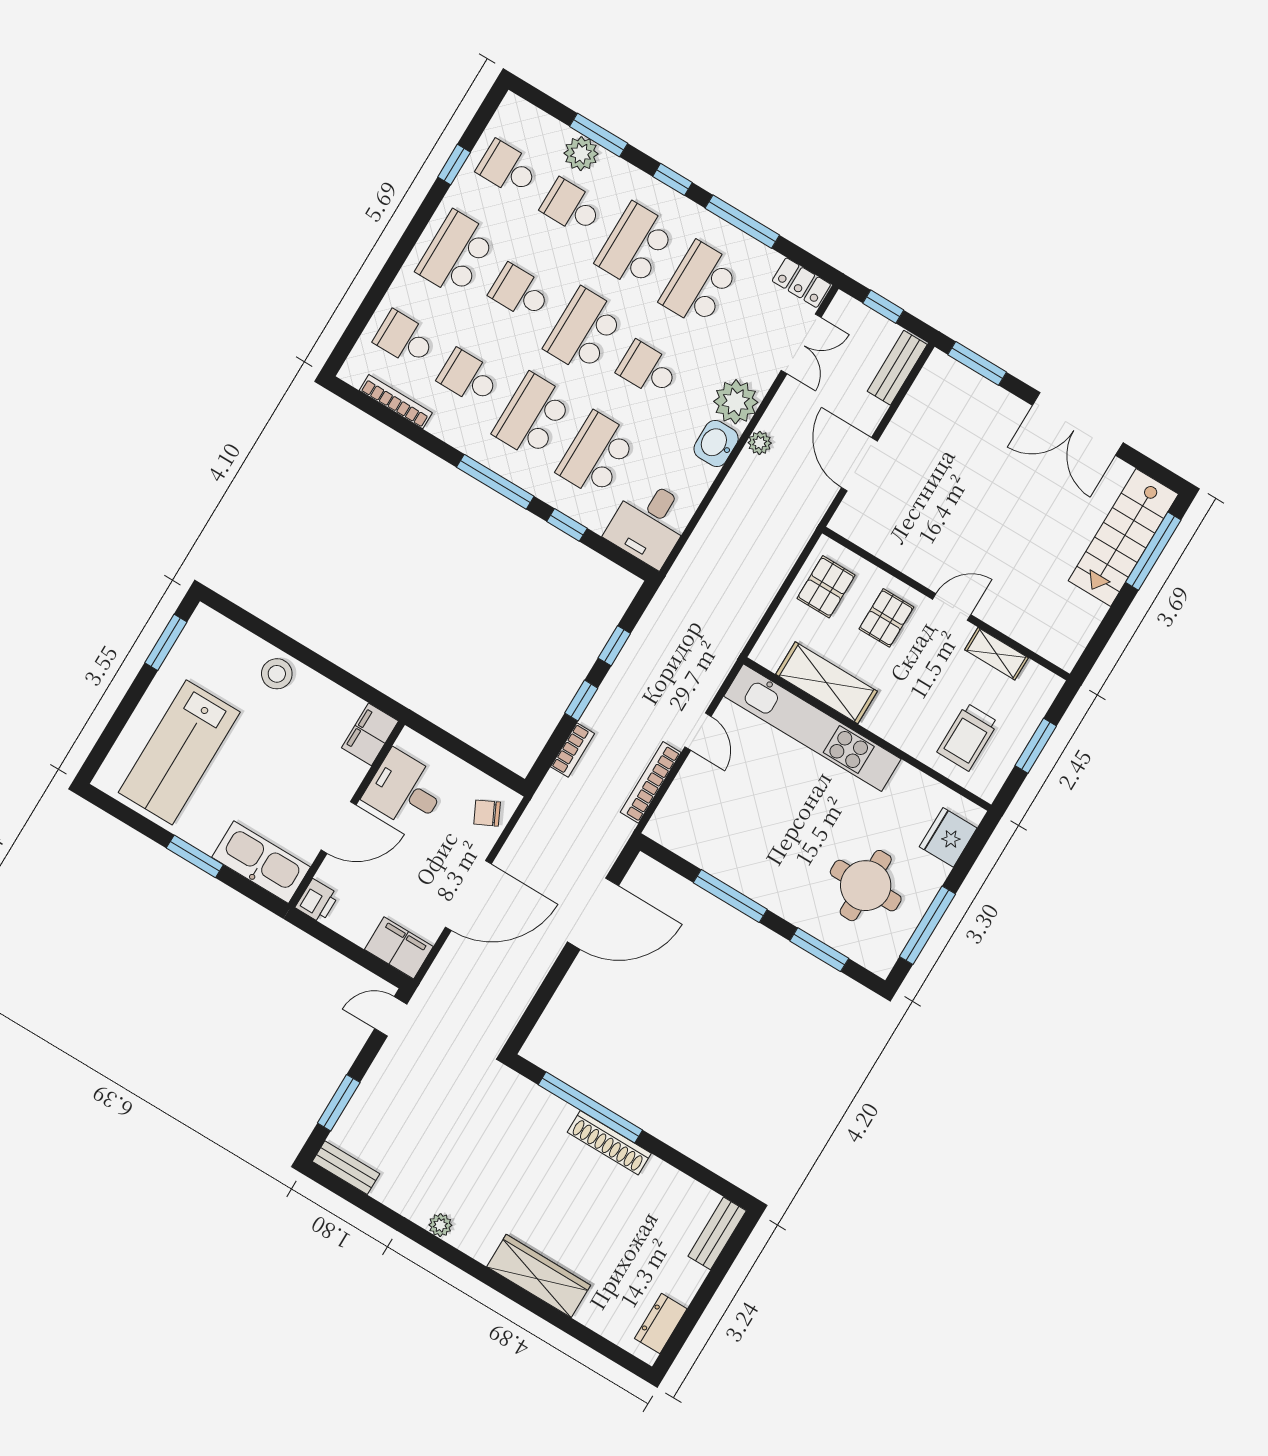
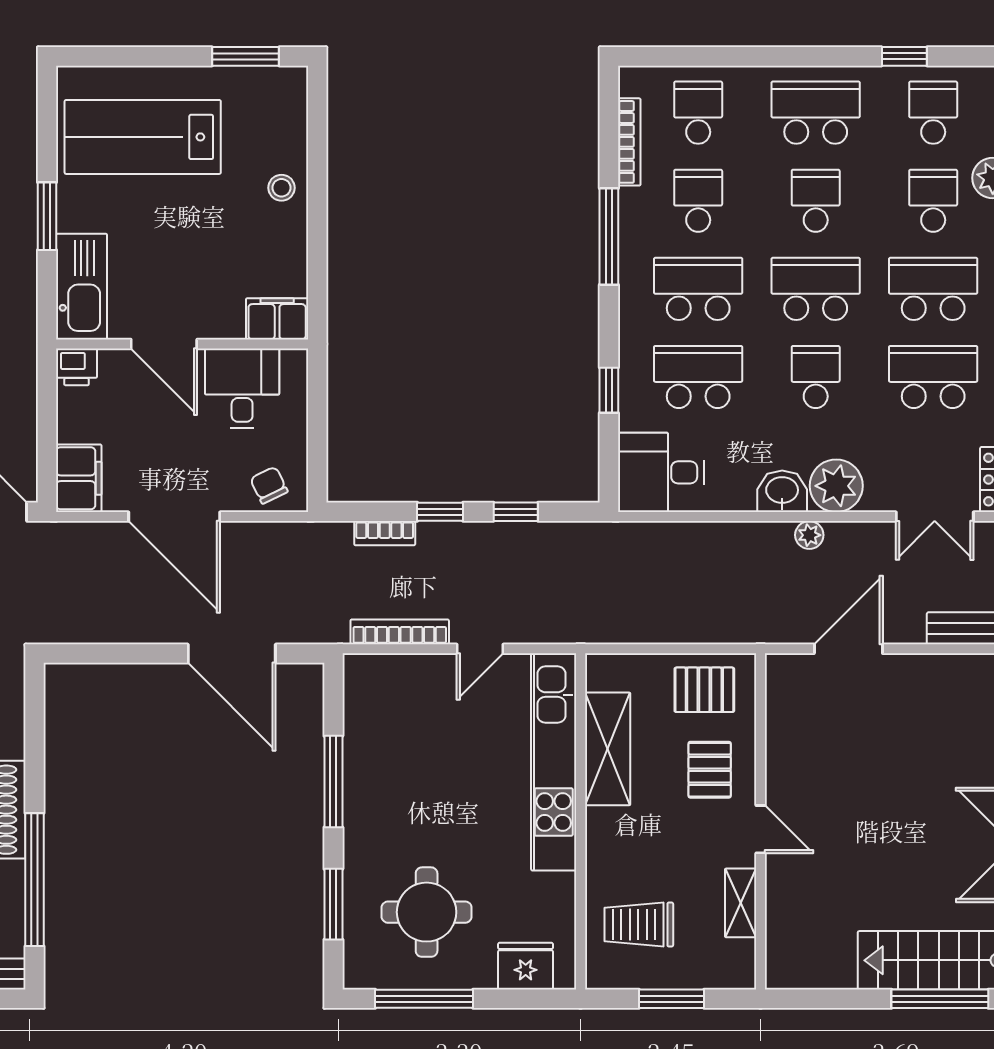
window: (495, 482) -> (609, 237), moved
pallet: (886, 618) -> (710, 770), turned 90
stool: (277, 674) -> (281, 188), width x0.73, depth x0.73
window: (590, 1107) -> (34, 880), moved

